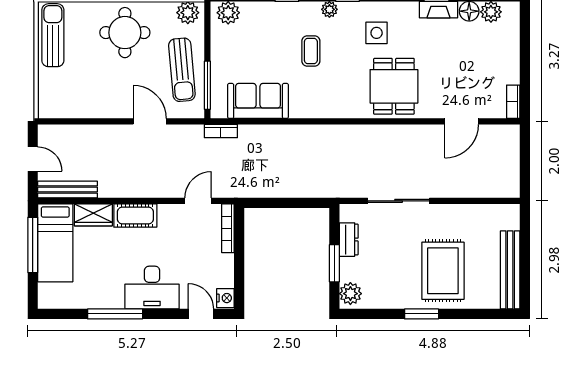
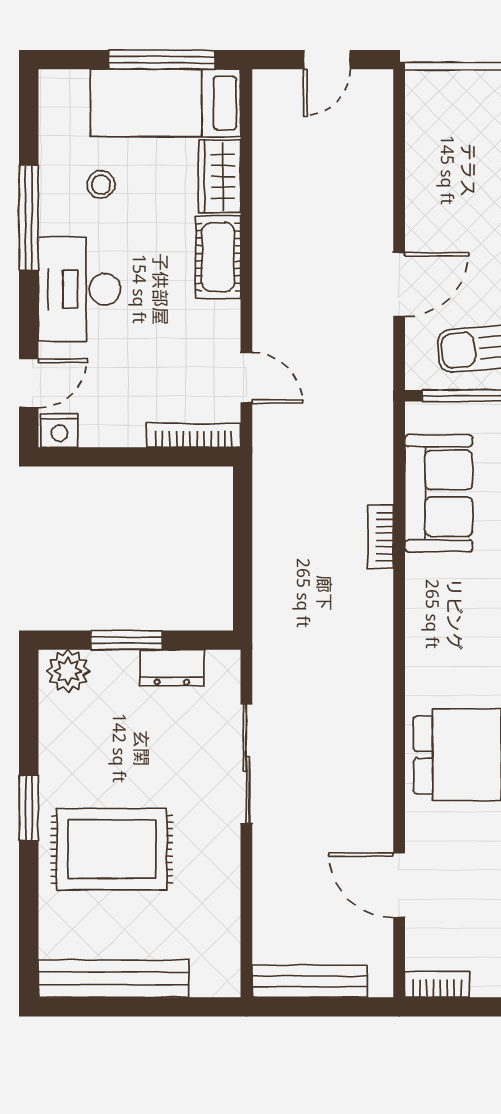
bookcase: (221, 131) -> (381, 537), moved
bench: (68, 190) -> (310, 981), moved, turned 90
stool: (98, 276) -> (101, 185), added

